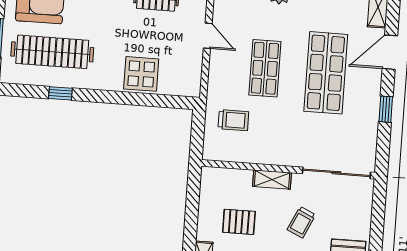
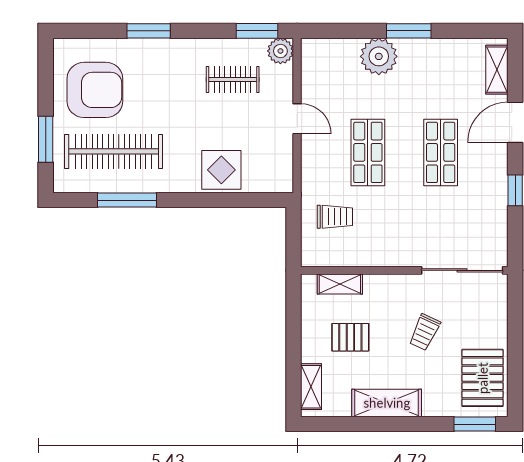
shop shelf: (326, 73) -> (441, 152), width x0.70, depth x0.74
window: (60, 93) -> (127, 200), width x2.17
shelving: (272, 180) -> (340, 284), moved

